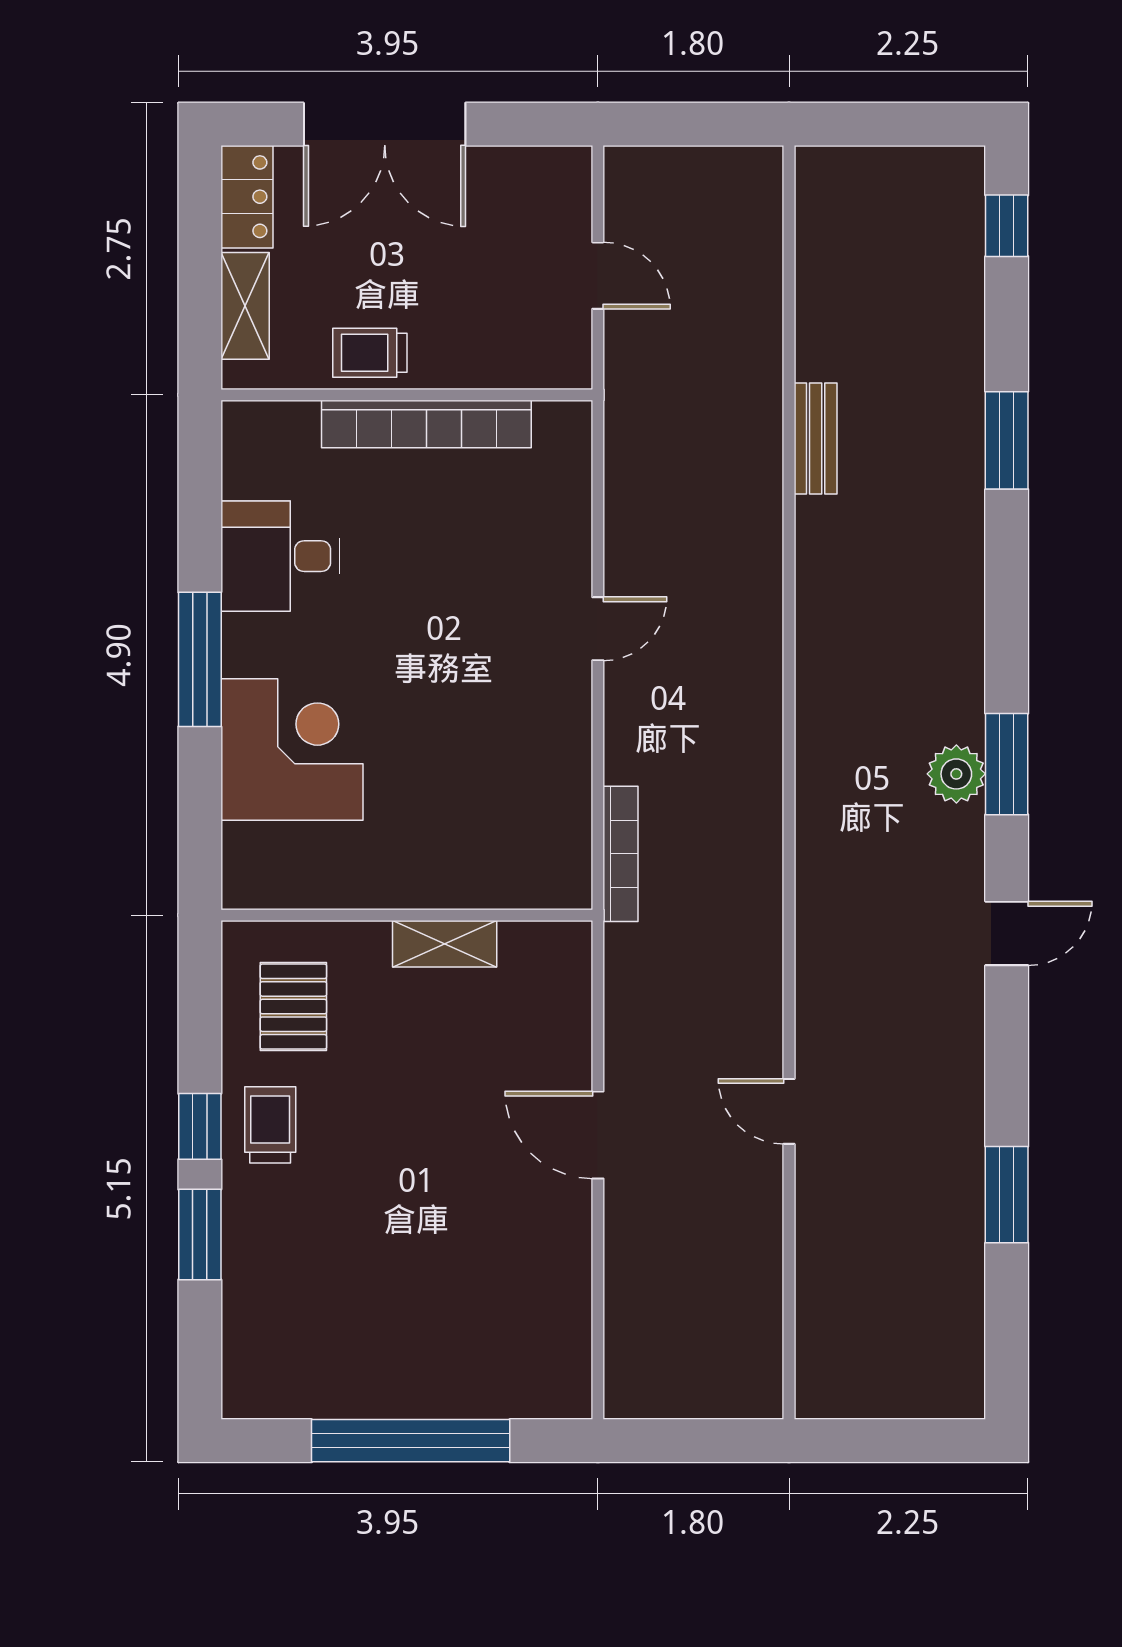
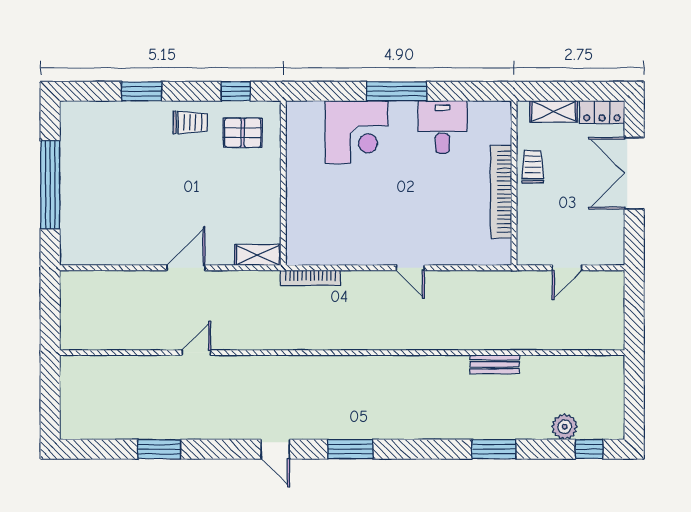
plant: (956, 774) -> (565, 427), moved
shelving: (445, 944) -> (258, 255), moved, turned 90
window: (200, 1126) -> (236, 91), moved

